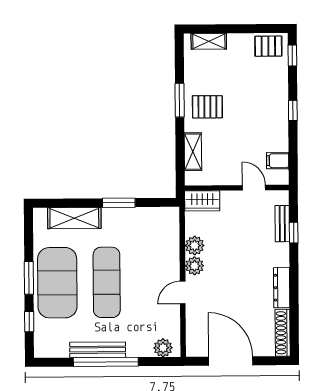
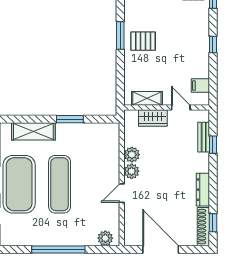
shelving: (193, 152) -> (147, 98), moved, turned 90
wardrobe: (202, 201) -> (153, 118), moved
window: (294, 328) -> (213, 223), added
bench: (98, 350) -> (52, 239), removed

